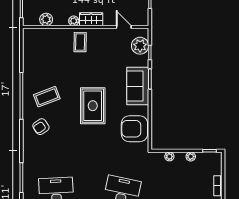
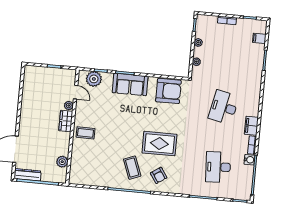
plant: (74, 21) -> (69, 105), moved
door: (124, 27) -> (76, 92), swing flipped
rug: (93, 106) -> (159, 144), moved
armchair: (134, 129) -> (168, 91), turned -90

